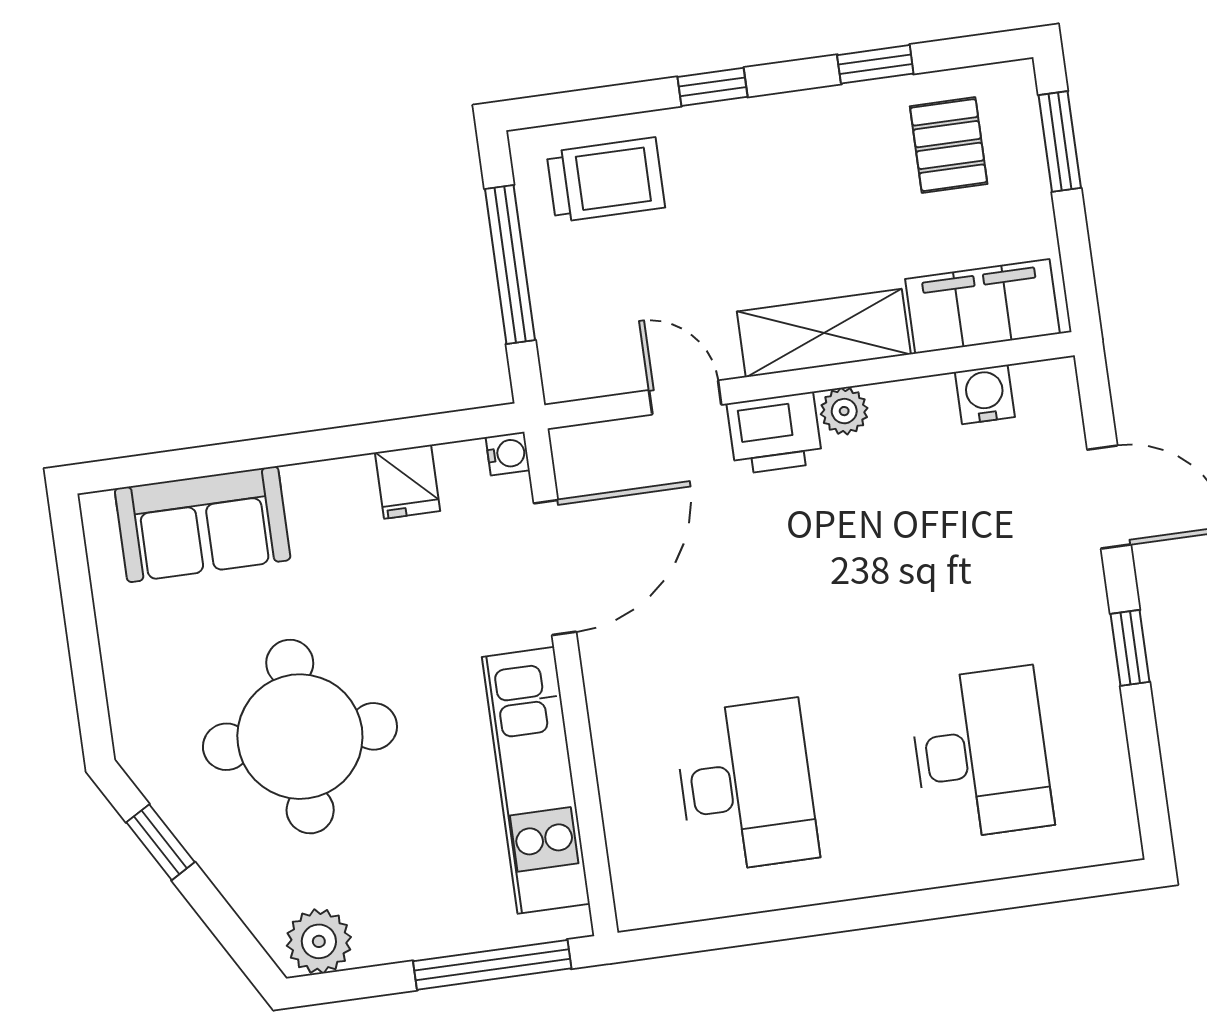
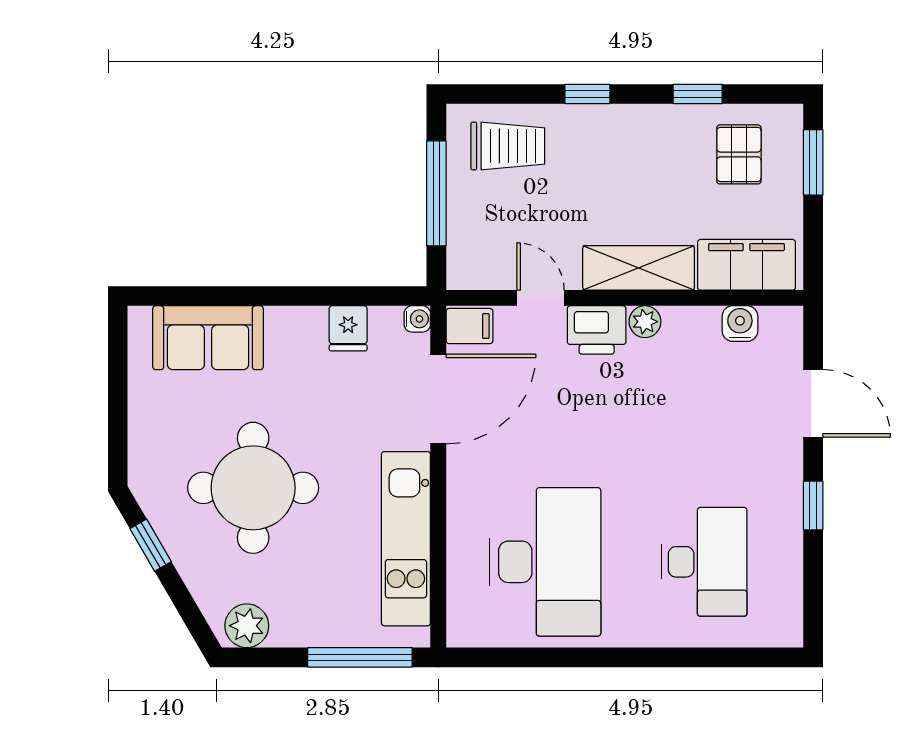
filing cabinet: (586, 453) -> (469, 326), added
desk: (746, 786) -> (545, 562), width x1.36, depth x1.30

